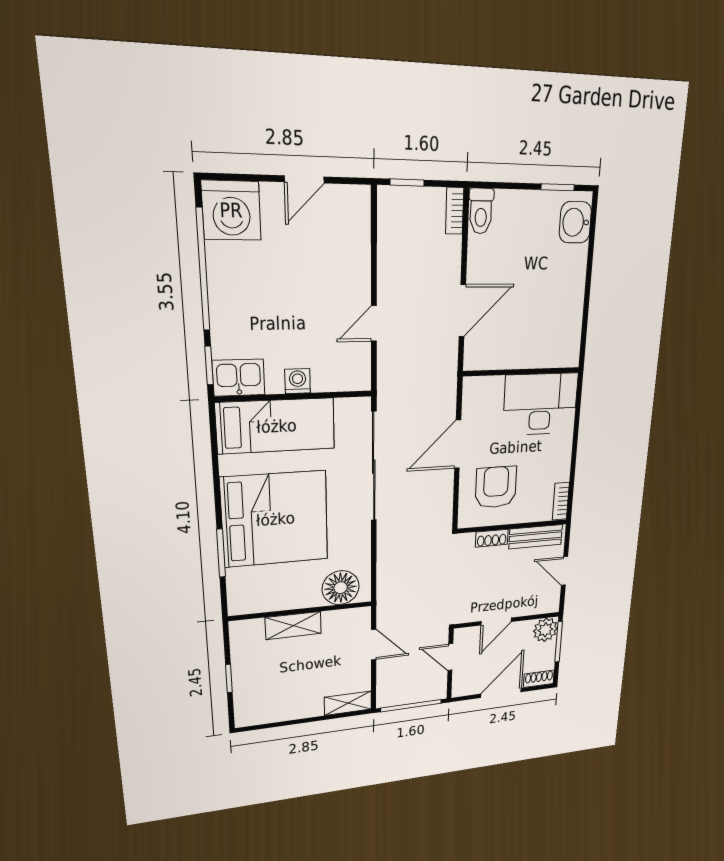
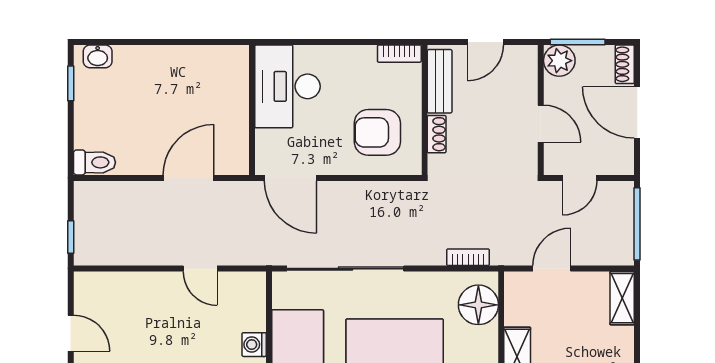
bookcase: (455, 211) -> (468, 257), moved, turned 180
washbasin: (575, 222) -> (98, 56), width x0.72, depth x0.69
door: (462, 311) -> (189, 178), hinge flipped
door: (458, 444) -> (290, 178), moved

